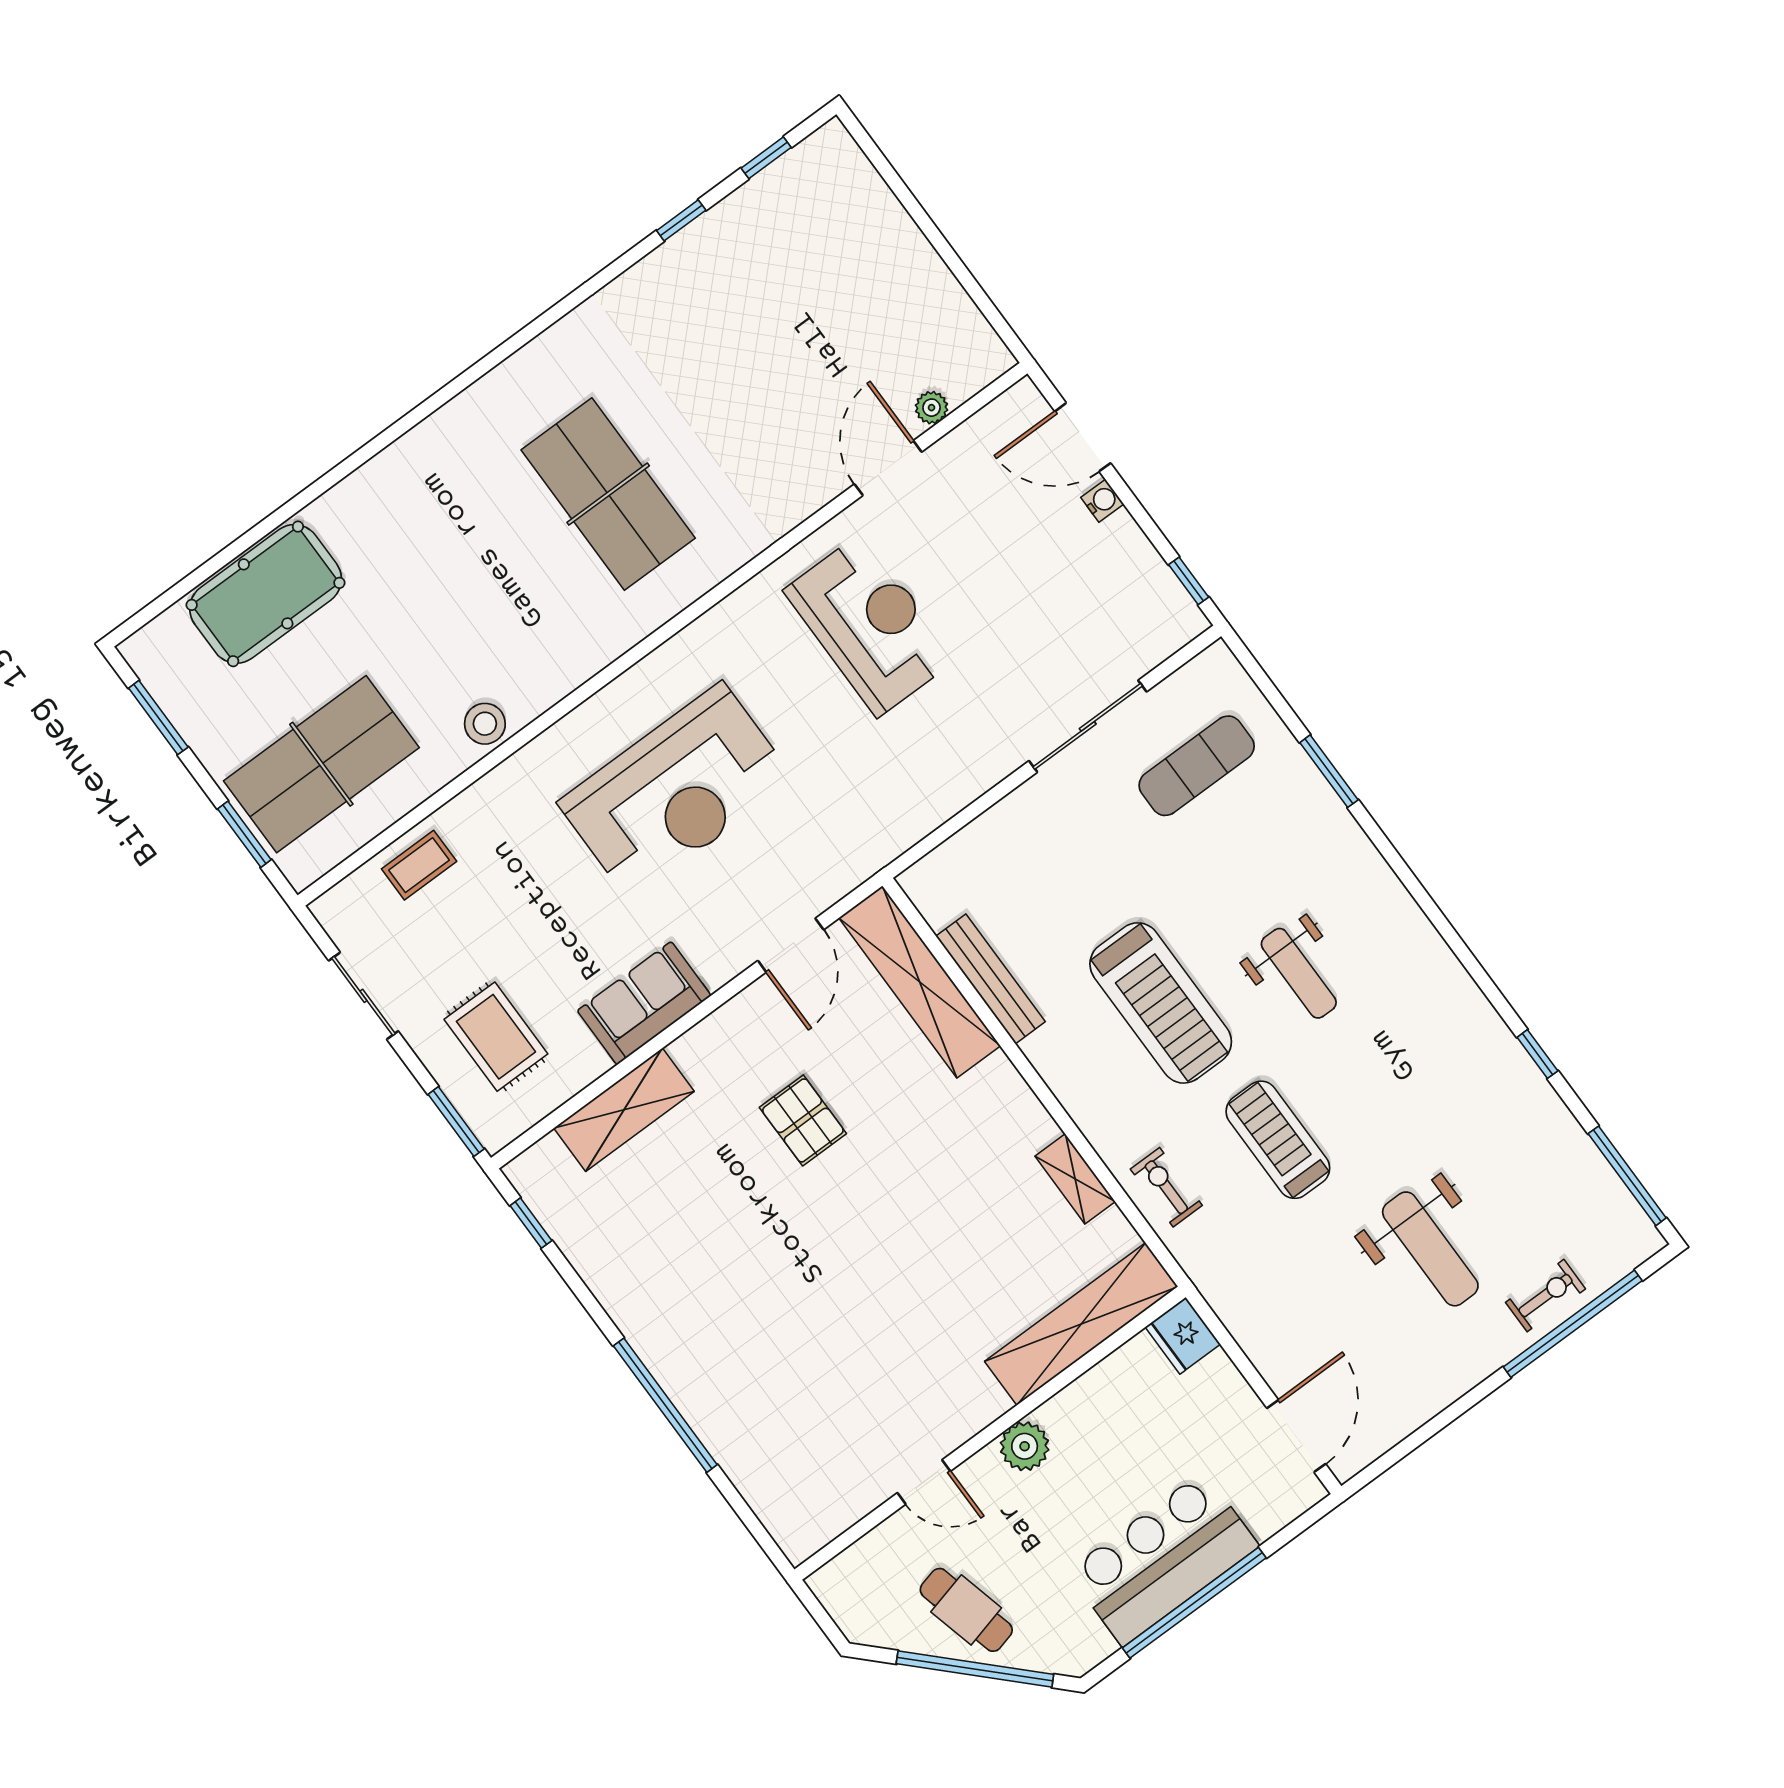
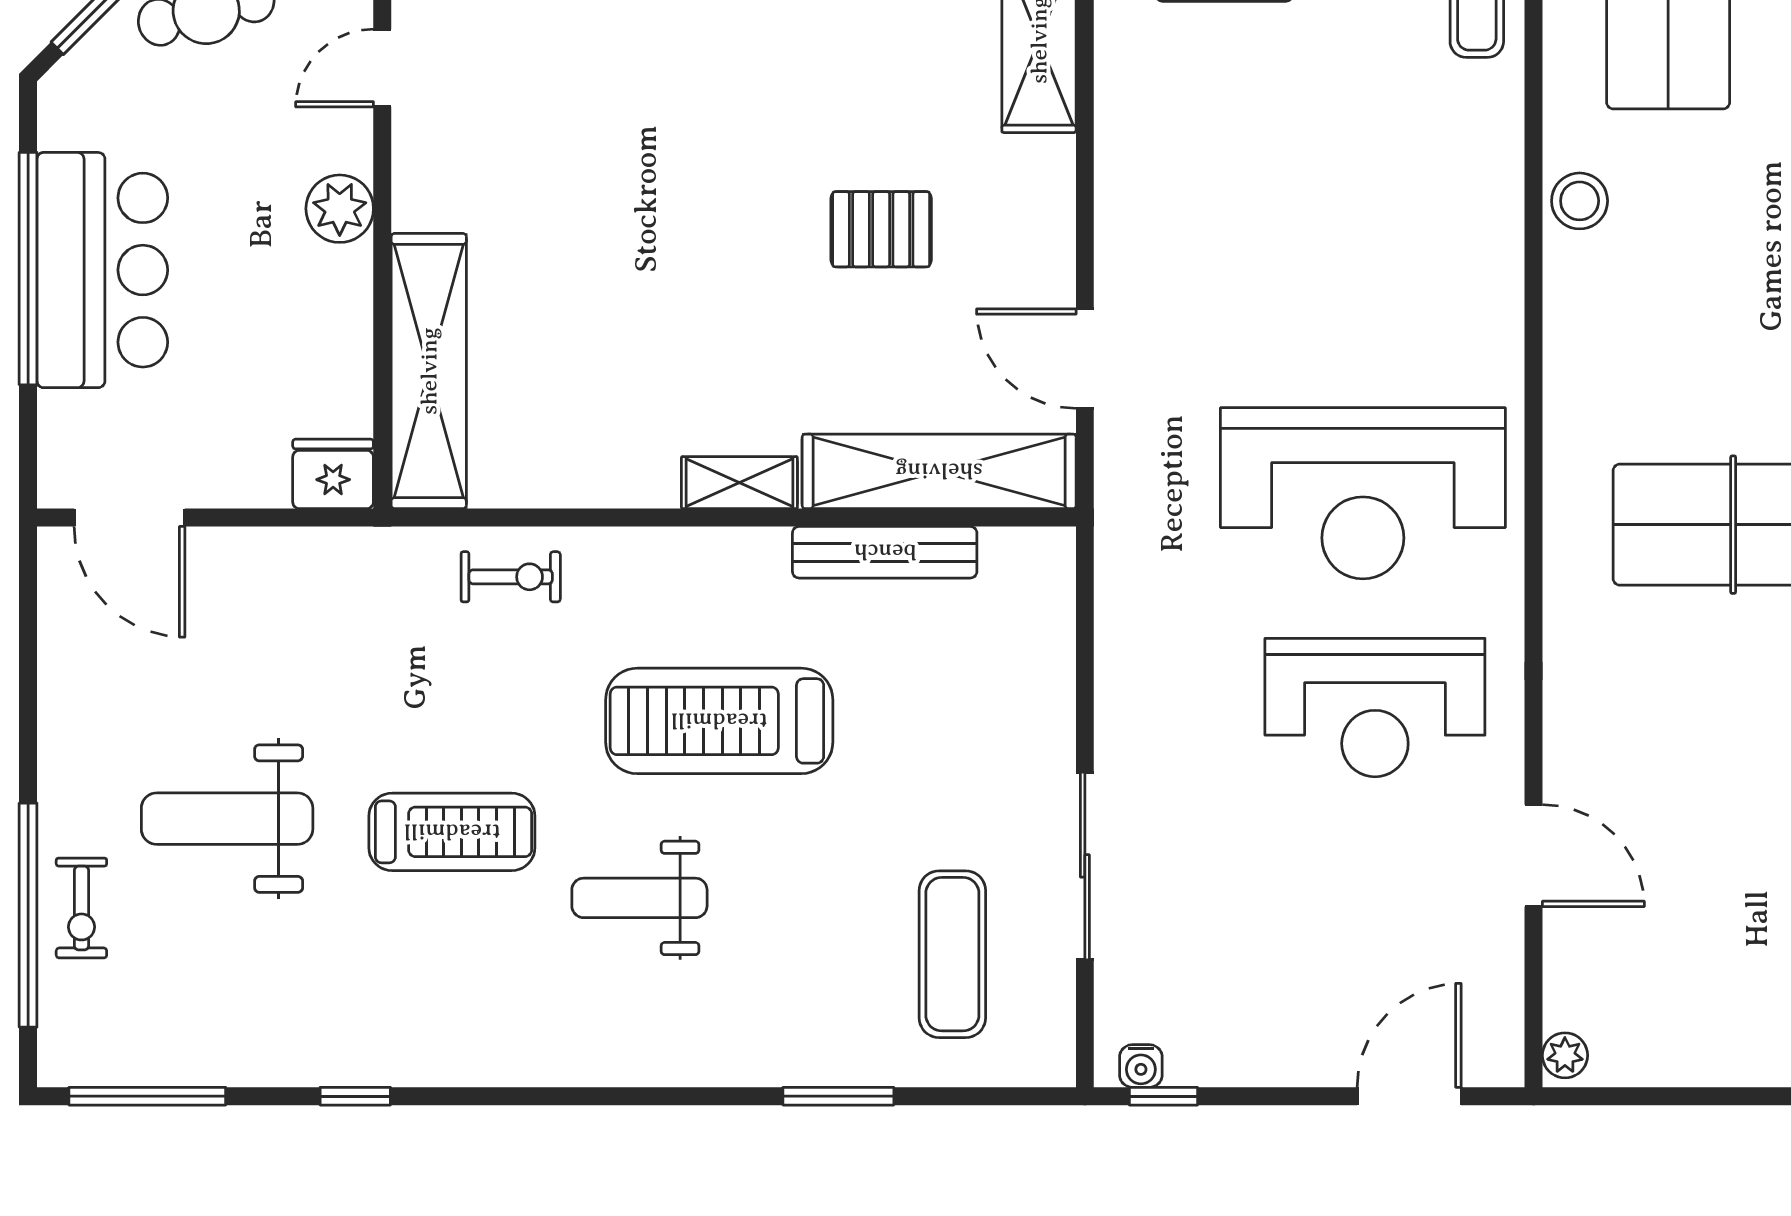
plant: (931, 408) -> (1565, 1055), moved
water cooler: (1102, 501) -> (1141, 1066), moved
reception desk: (676, 791) -> (1363, 493), moved, turned -90
sofa: (644, 1003) -> (1140, 149), removed
treadmill: (1278, 1140) -> (452, 832), moved
shelving: (1075, 1179) -> (739, 483), moved

